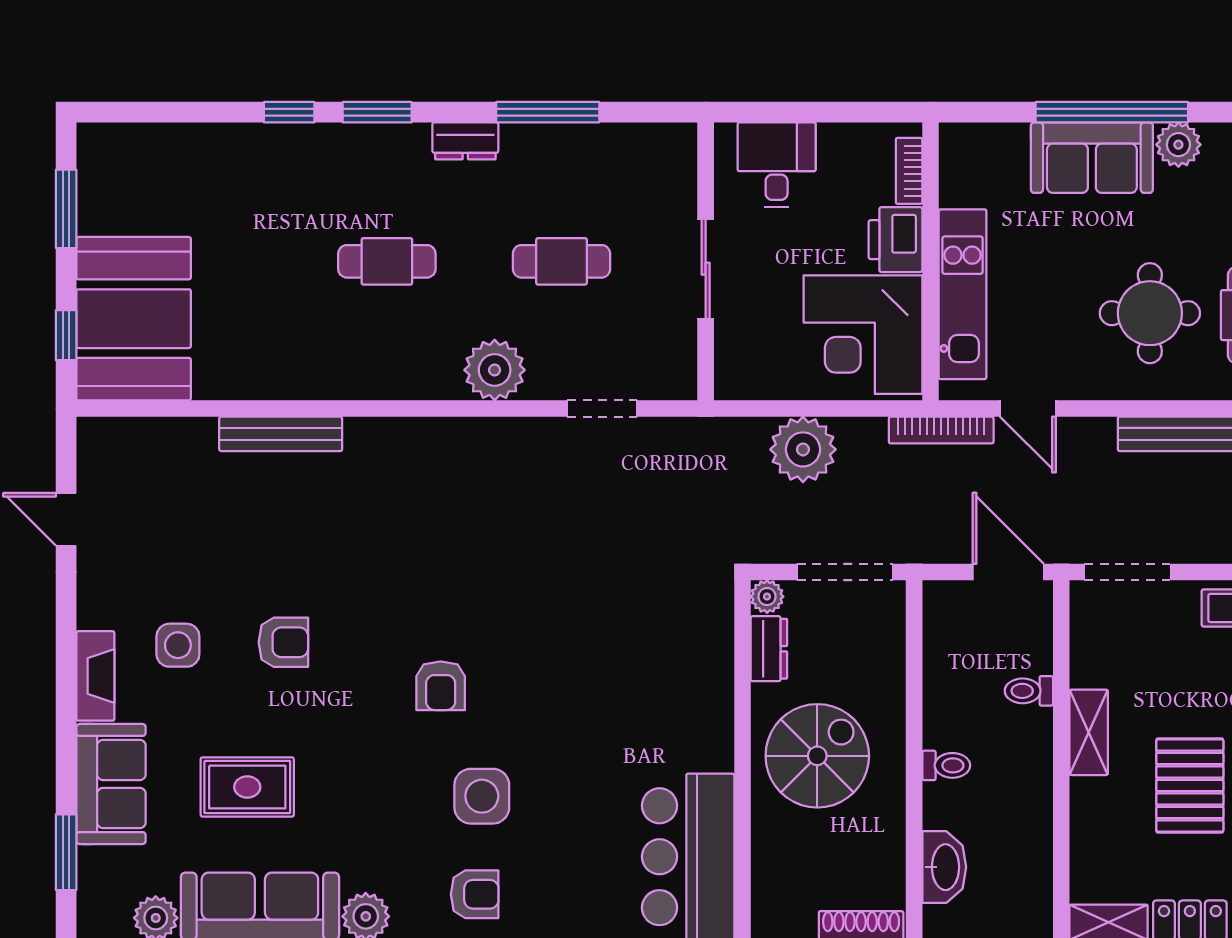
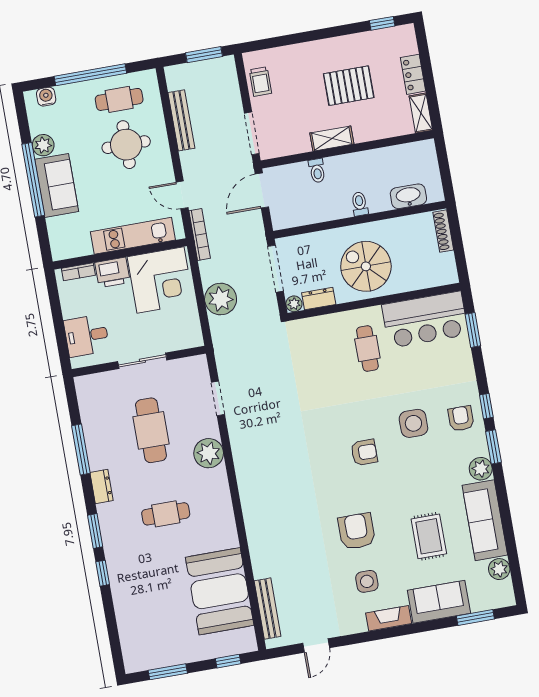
cafe table: (387, 261) -> (166, 514), turned 90
cafe table: (562, 261) -> (151, 430), width x1.37, depth x1.35
booth: (134, 319) -> (220, 591), moved, turned 90
door: (1028, 408) -> (182, 195), swing flipped
bench: (281, 434) -> (267, 609), moved
armchair: (283, 642) -> (357, 531), width x1.38, depth x1.38
cafe table: (650, 730) -> (367, 349), added

